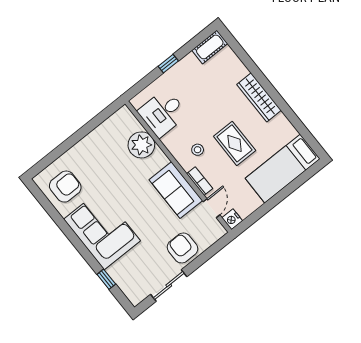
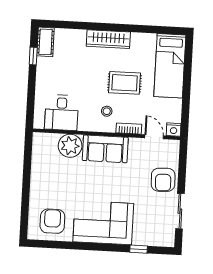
window: (168, 64) -> (33, 56), moved
sofa: (176, 190) -> (105, 149), moved
armchair: (182, 248) -> (163, 180), turned -92

